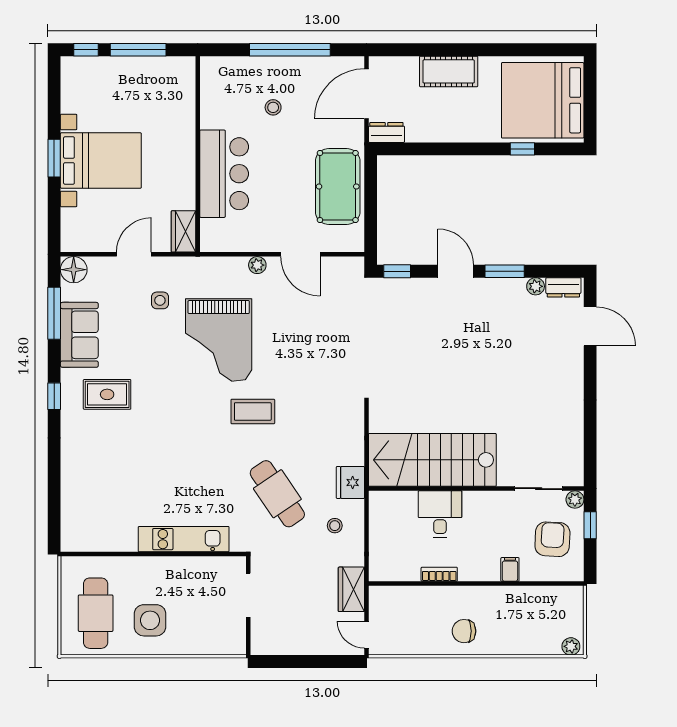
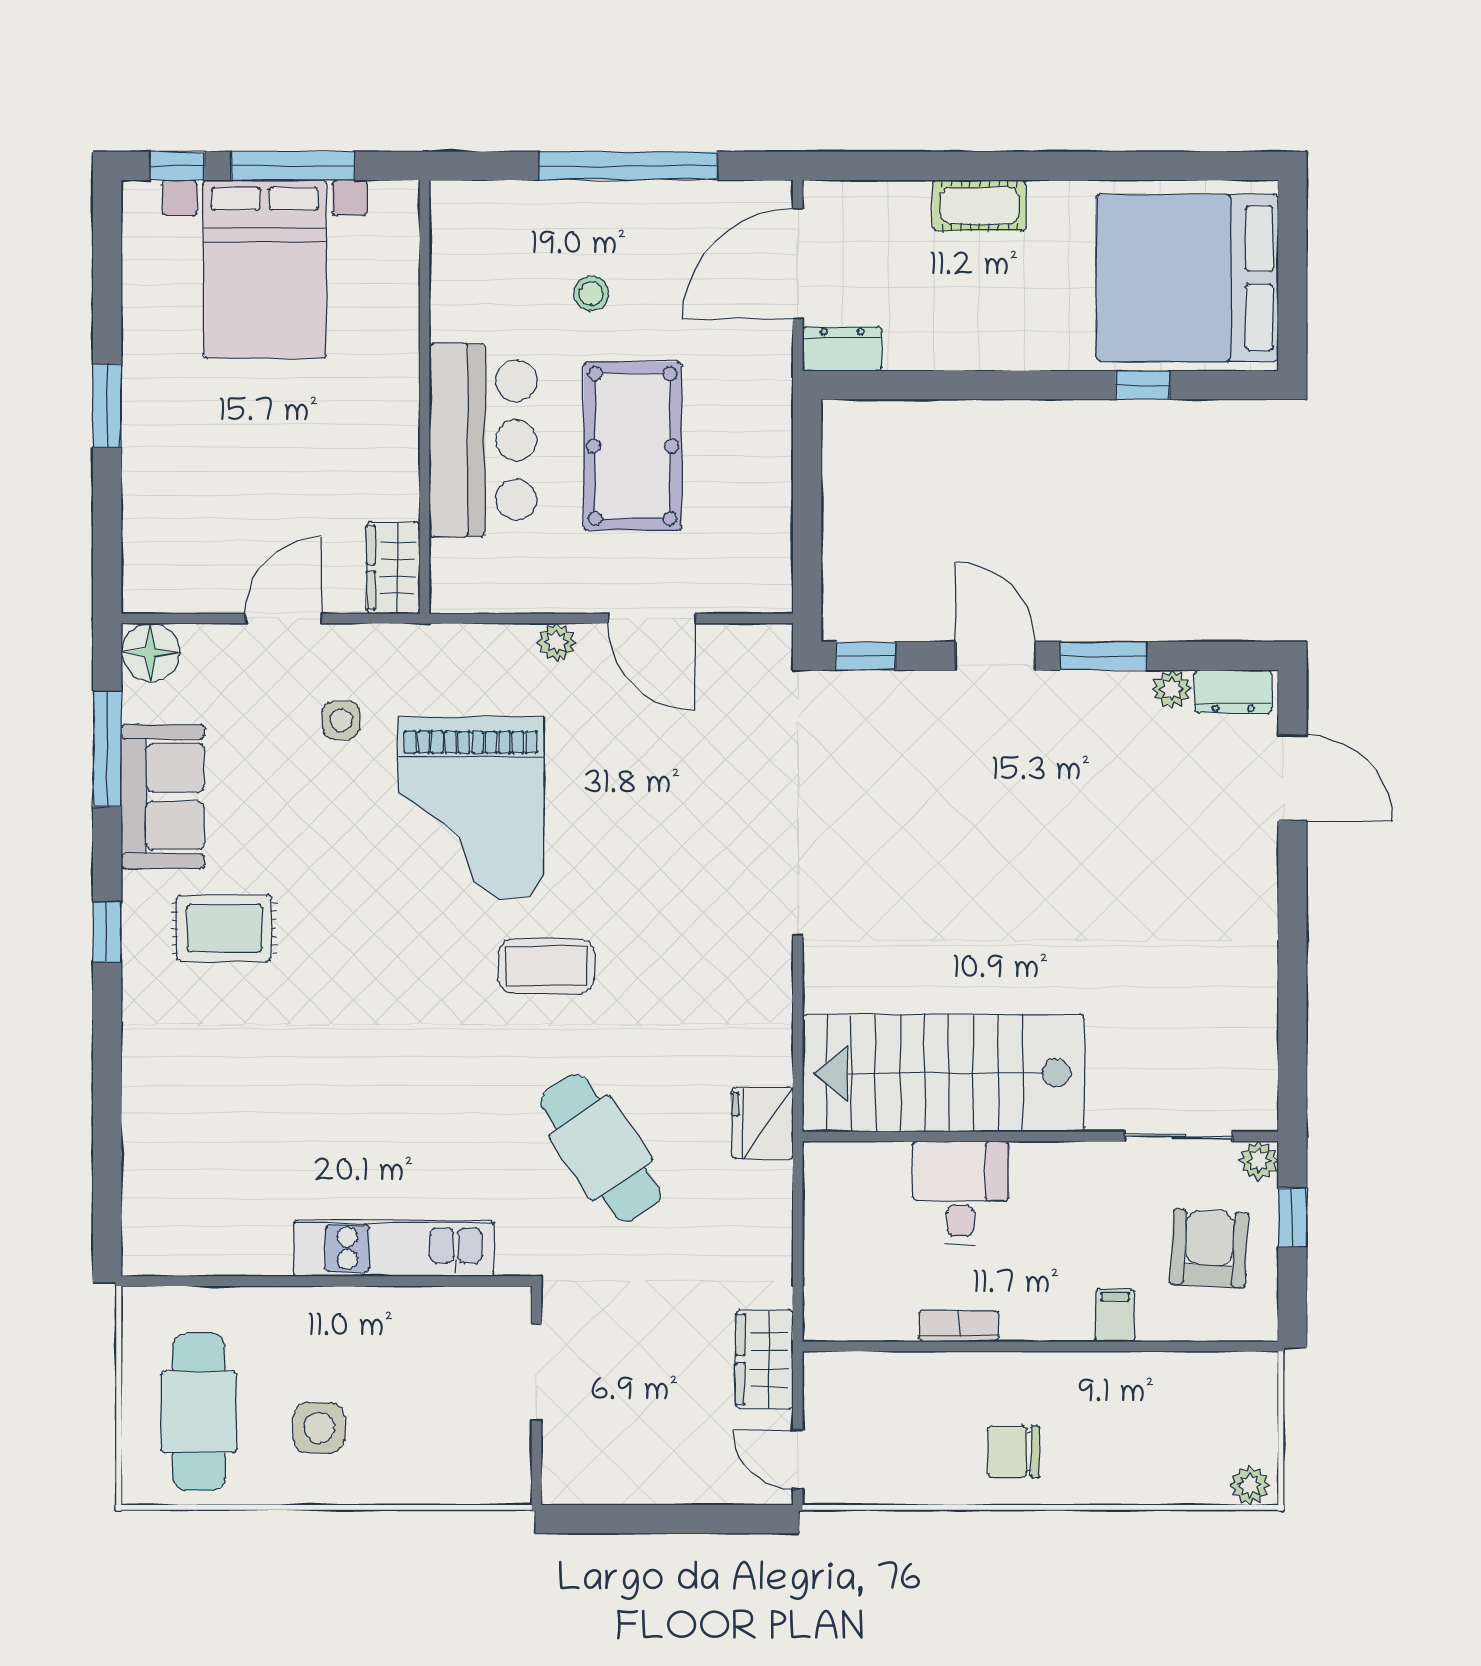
cot: (449, 71) -> (980, 205), width x0.73, depth x0.75
bed with nightstands: (101, 160) -> (265, 269), moved, turned 90
pool table: (338, 186) -> (633, 446), moved
stool: (335, 526) -> (728, 1218), removed
side table: (150, 620) -> (319, 1428), width x0.73, depth x0.73

